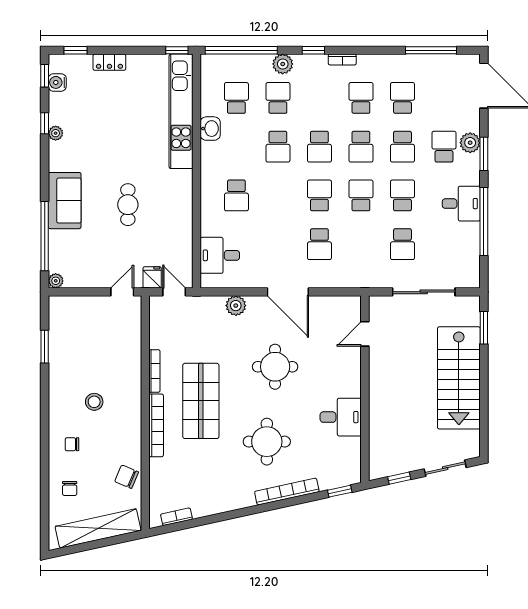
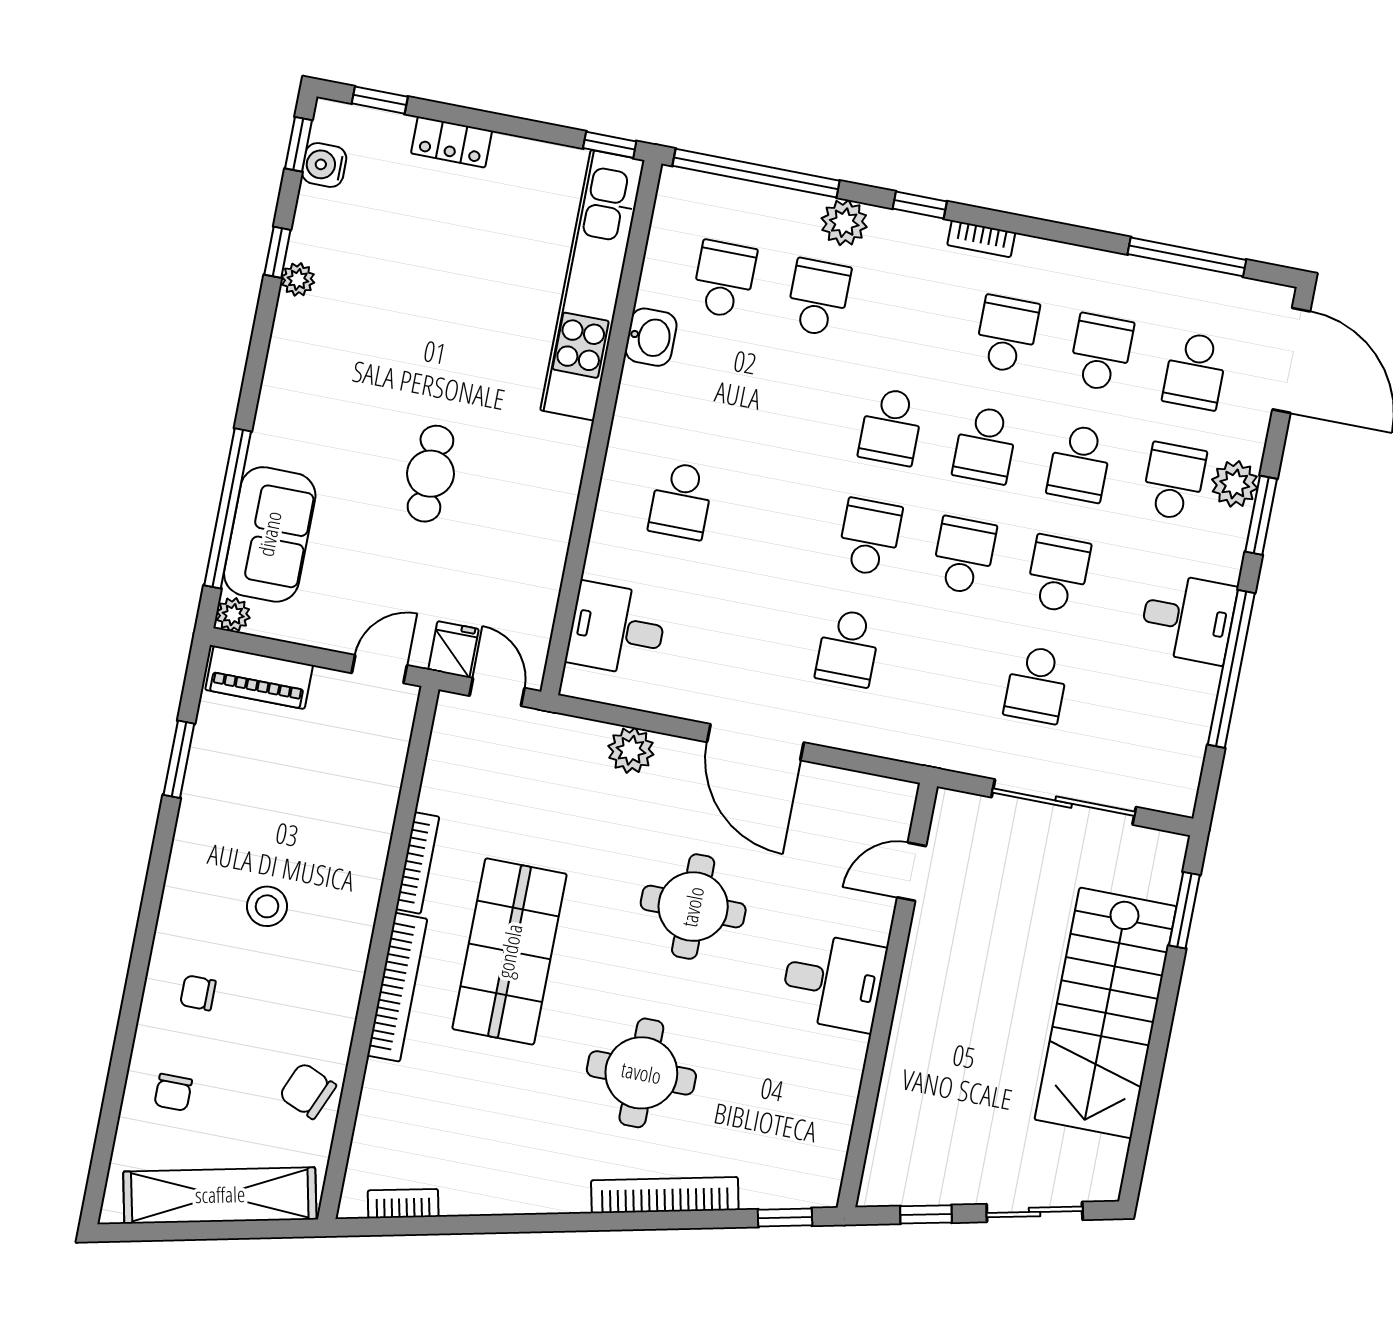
school desk: (278, 147) -> (1195, 371), moved
sofa: (65, 201) -> (270, 534), moved
piano: (72, 305) -> (259, 677), added
desk: (341, 417) -> (833, 982), moved

